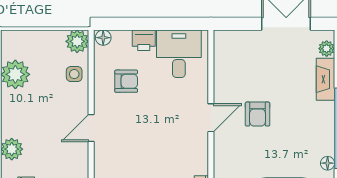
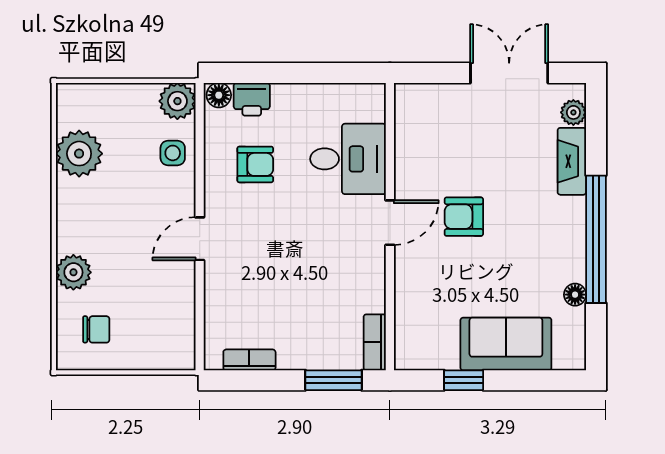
printer: (144, 40) -> (252, 99), moved
desk: (179, 54) -> (348, 159), moved, turned 90
armchair: (258, 114) -> (464, 217), turned 90

